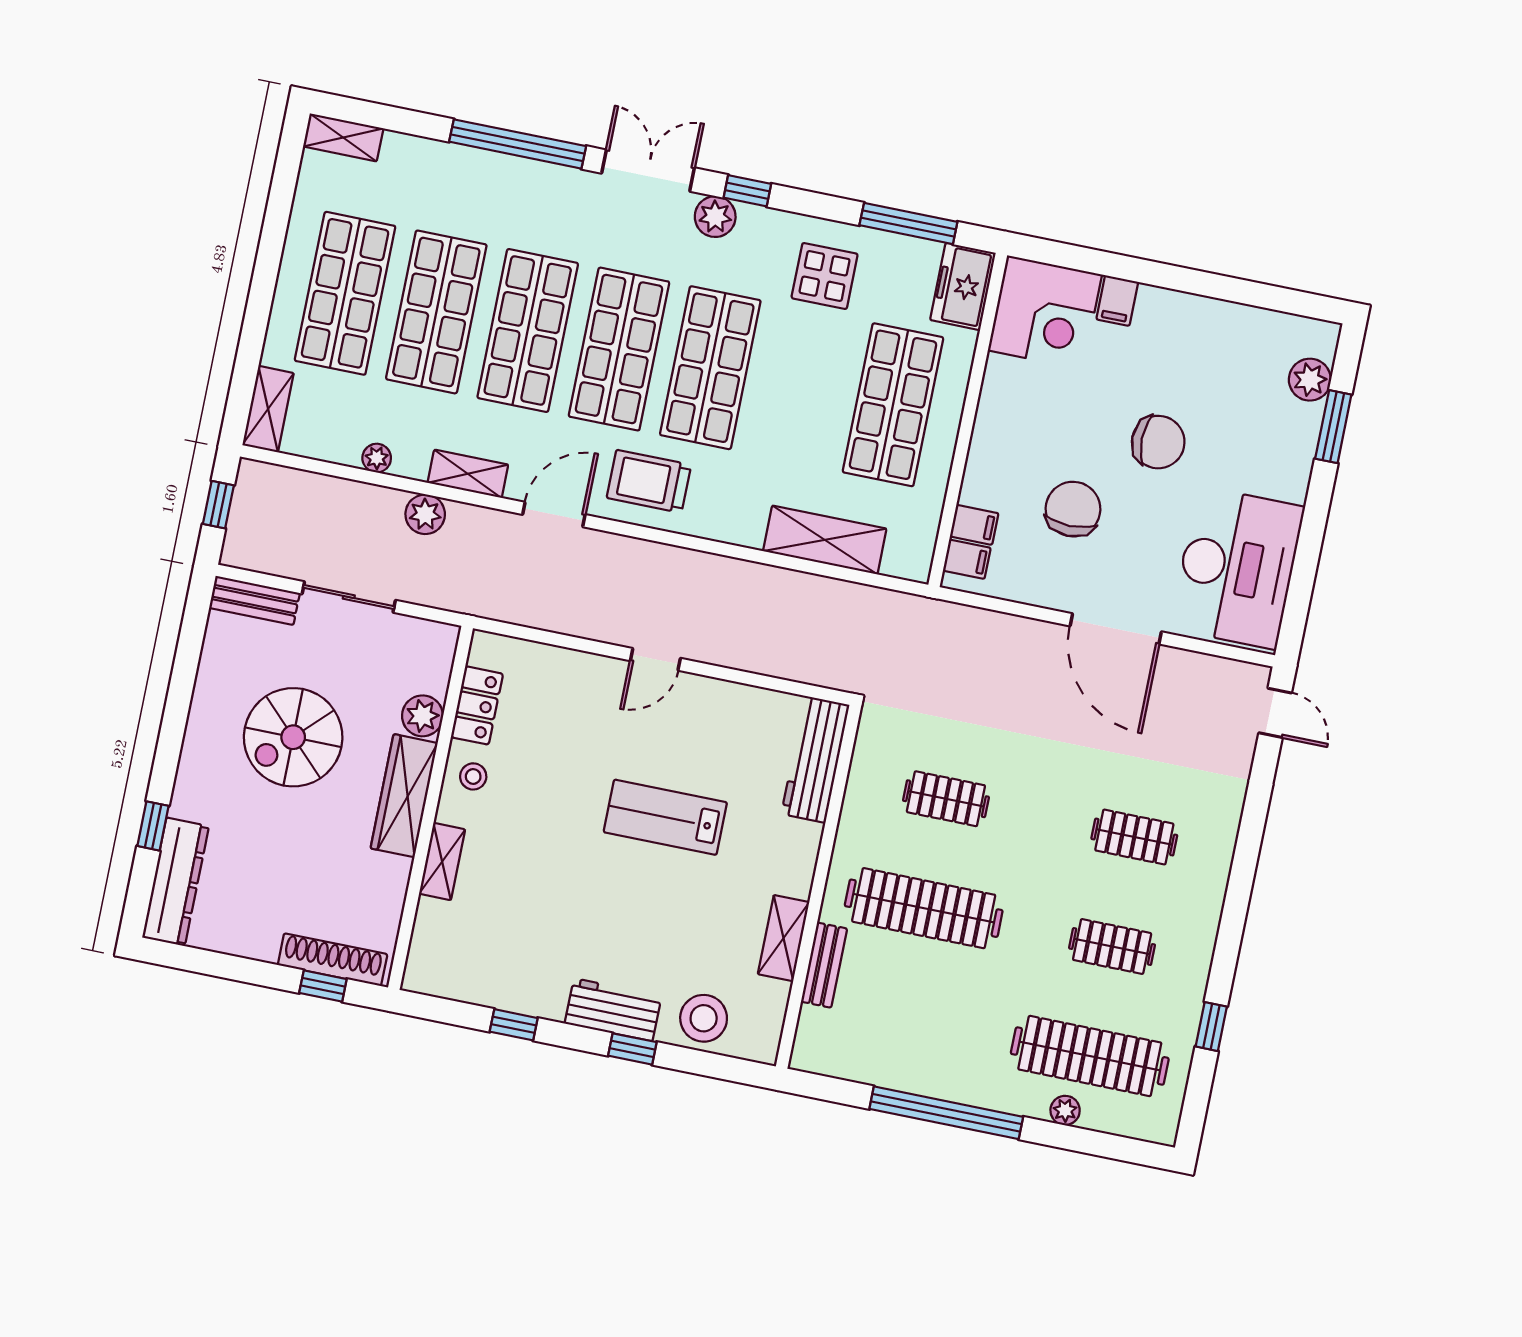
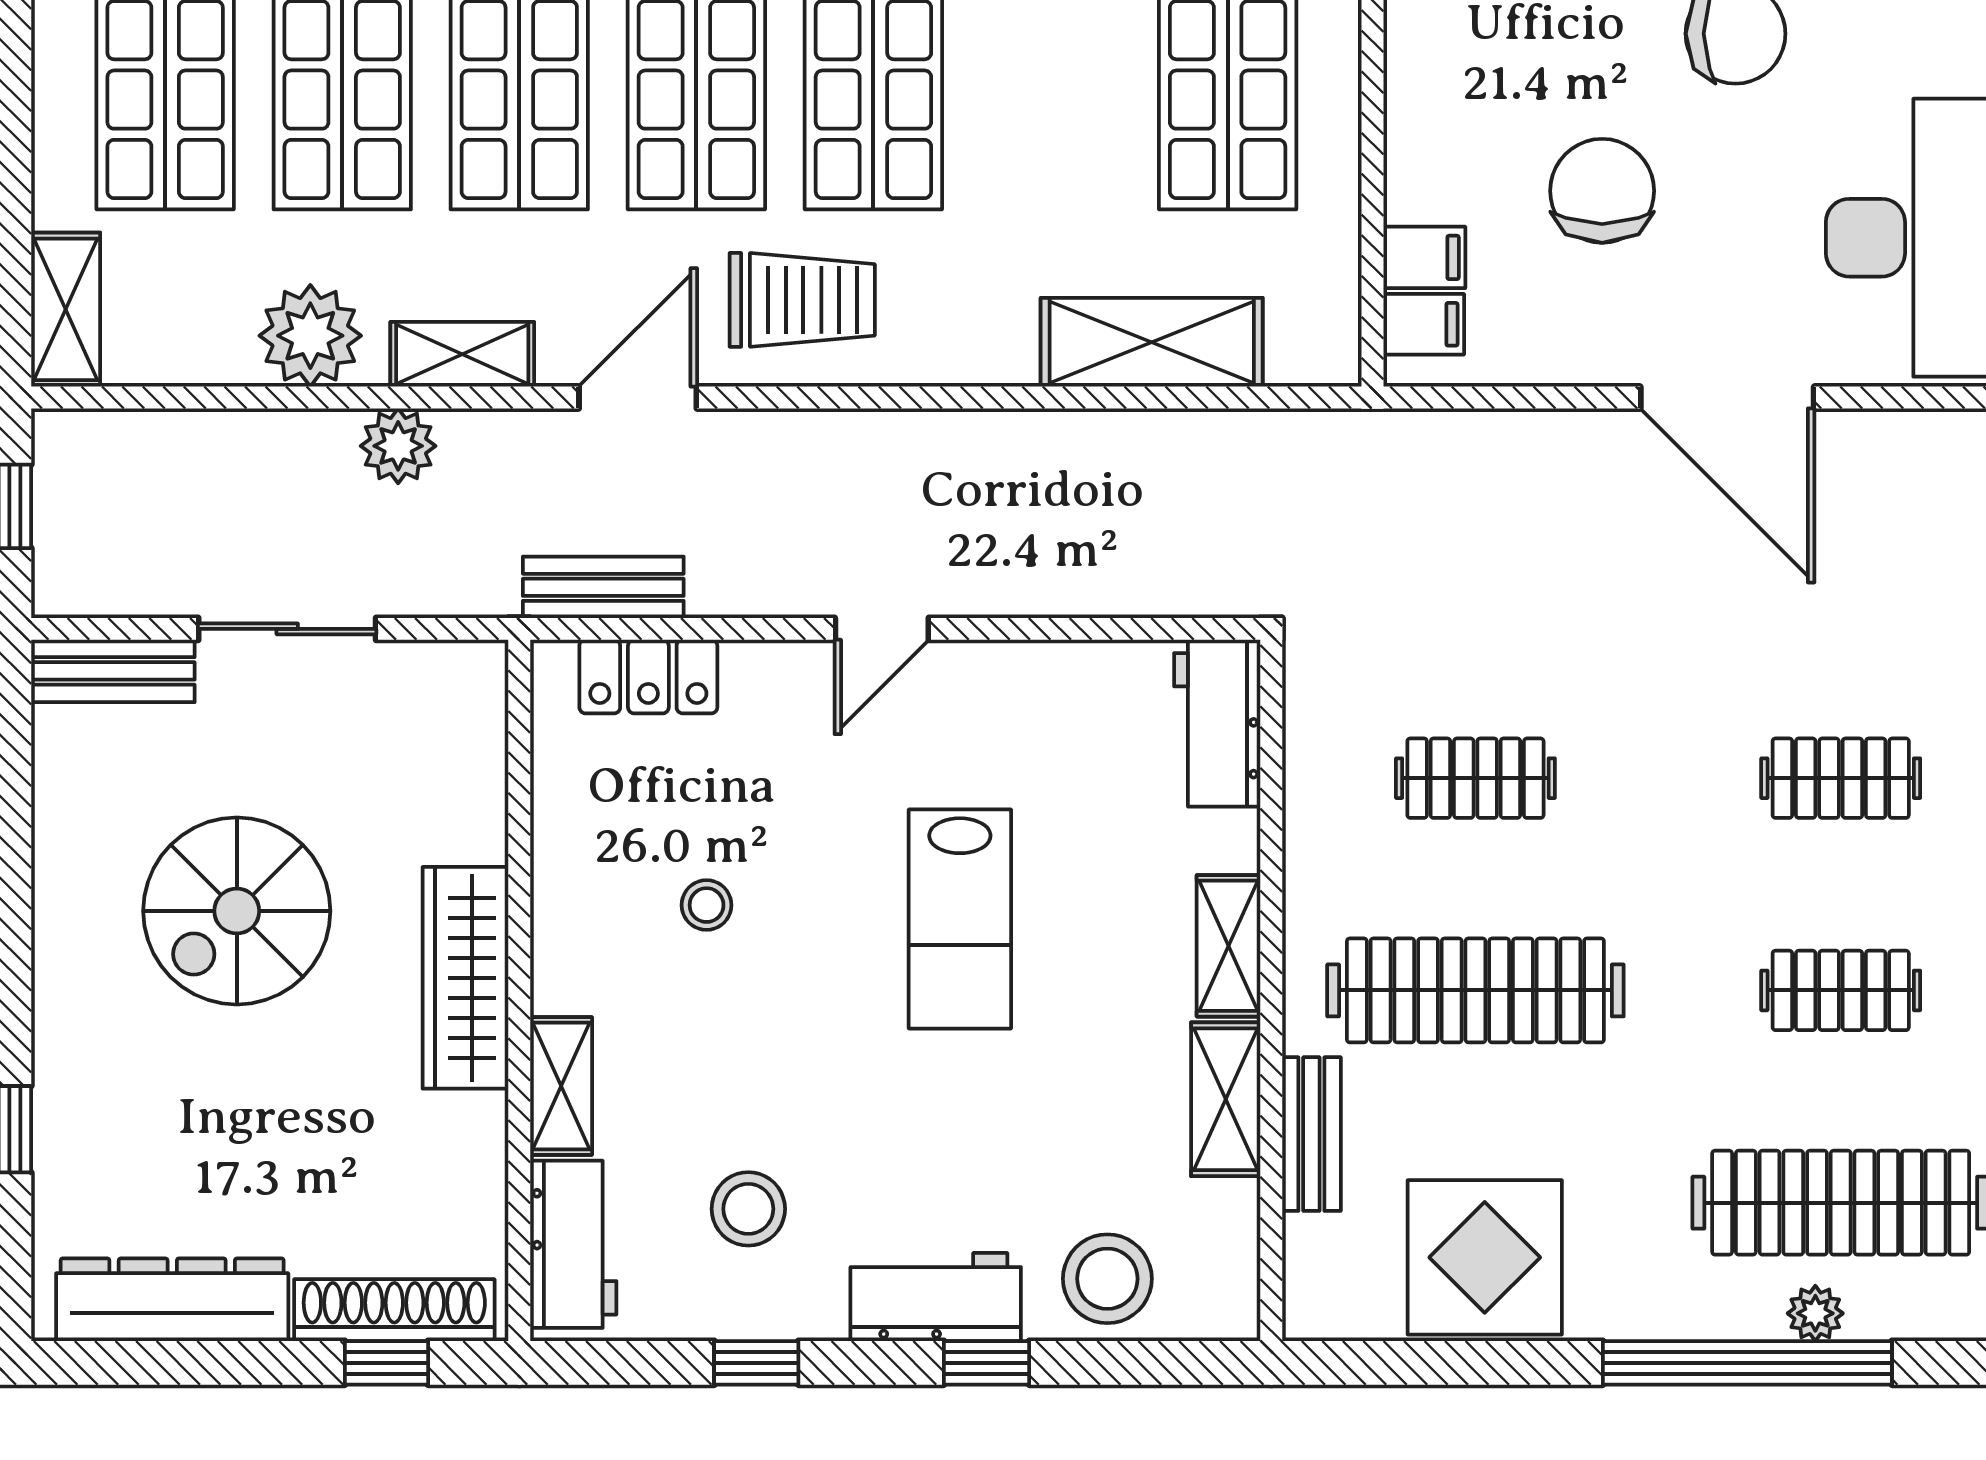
plant: (377, 458) -> (310, 336), width x1.88, depth x1.88
trolley: (649, 481) -> (802, 300), turned 180
bench: (516, 609) -> (603, 587), added
locker: (477, 705) -> (648, 677), moved, turned 90
plant: (423, 716) -> (469, 822), removed
workbench: (815, 759) -> (1217, 723), width x0.73
stool: (473, 776) -> (707, 905), moved
lab bench: (665, 817) -> (960, 919), turned -90
shelving: (801, 859) -> (1229, 946), added
dresser: (176, 882) -> (172, 1300), moved, turned -90
workbench: (432, 944) -> (573, 1244), added
stool: (526, 945) -> (748, 1209), added
display table: (900, 1047) -> (1485, 1257), added
window: (946, 1113) -> (1747, 1363), moved

